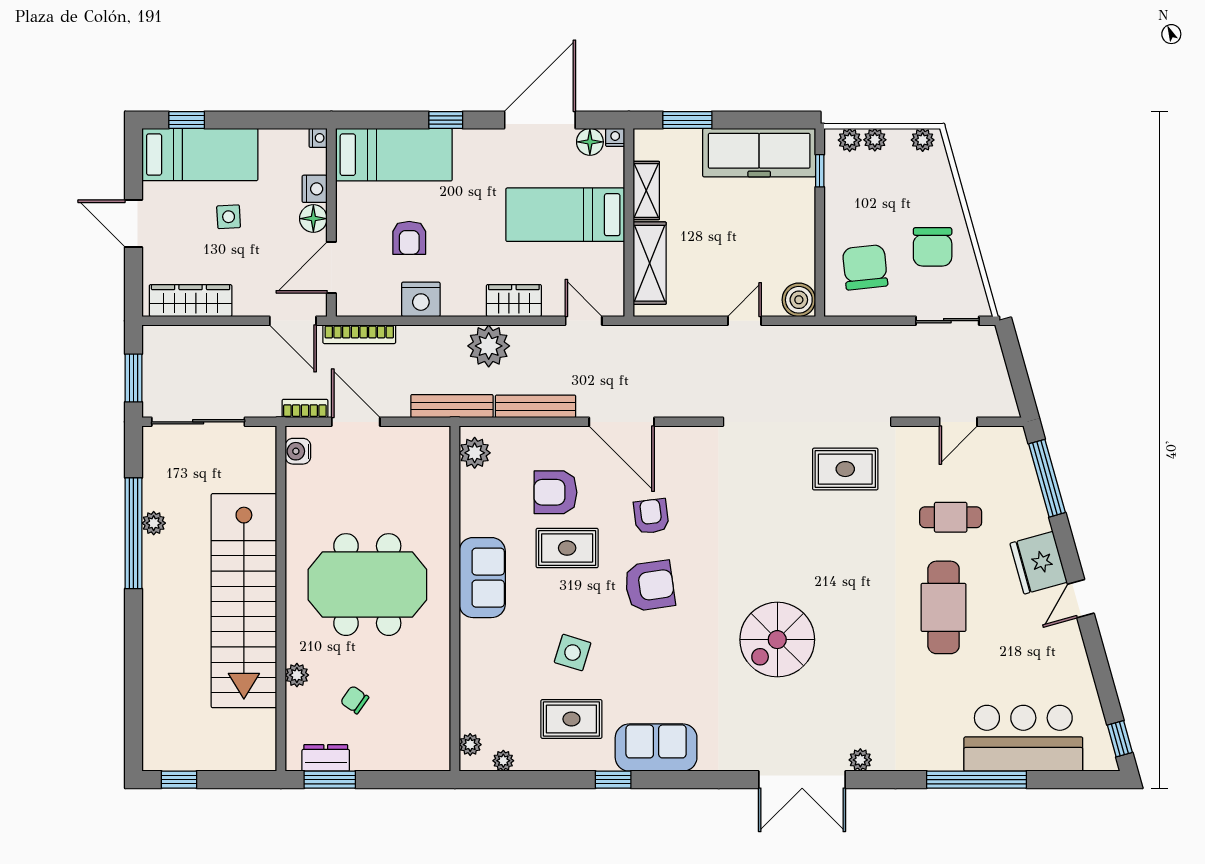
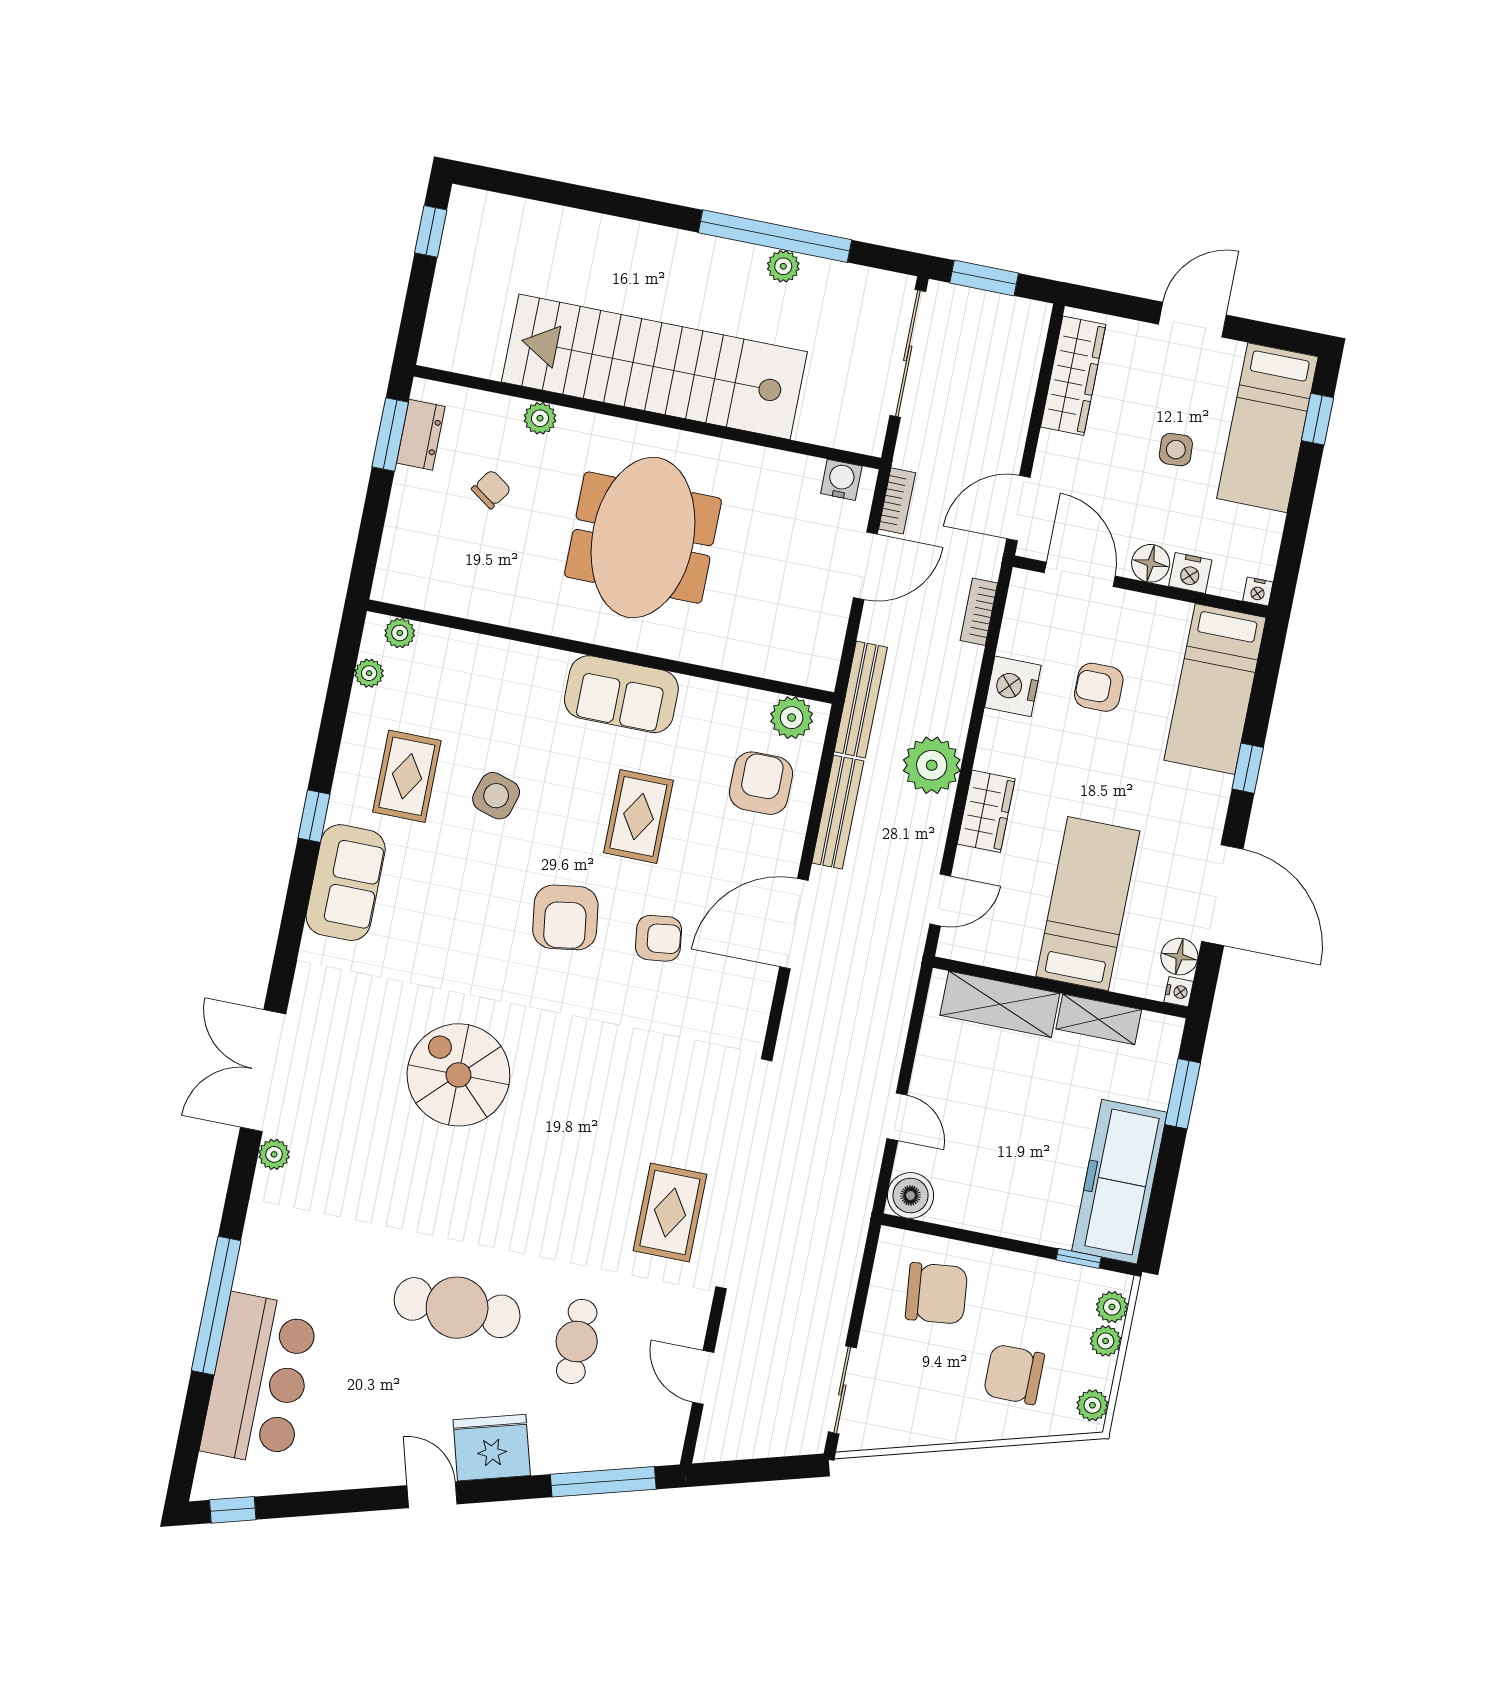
chair: (933, 247) -> (1014, 1374), moved
bookcase: (359, 334) -> (979, 612), width x0.64
armchair: (555, 492) -> (761, 783), moved

